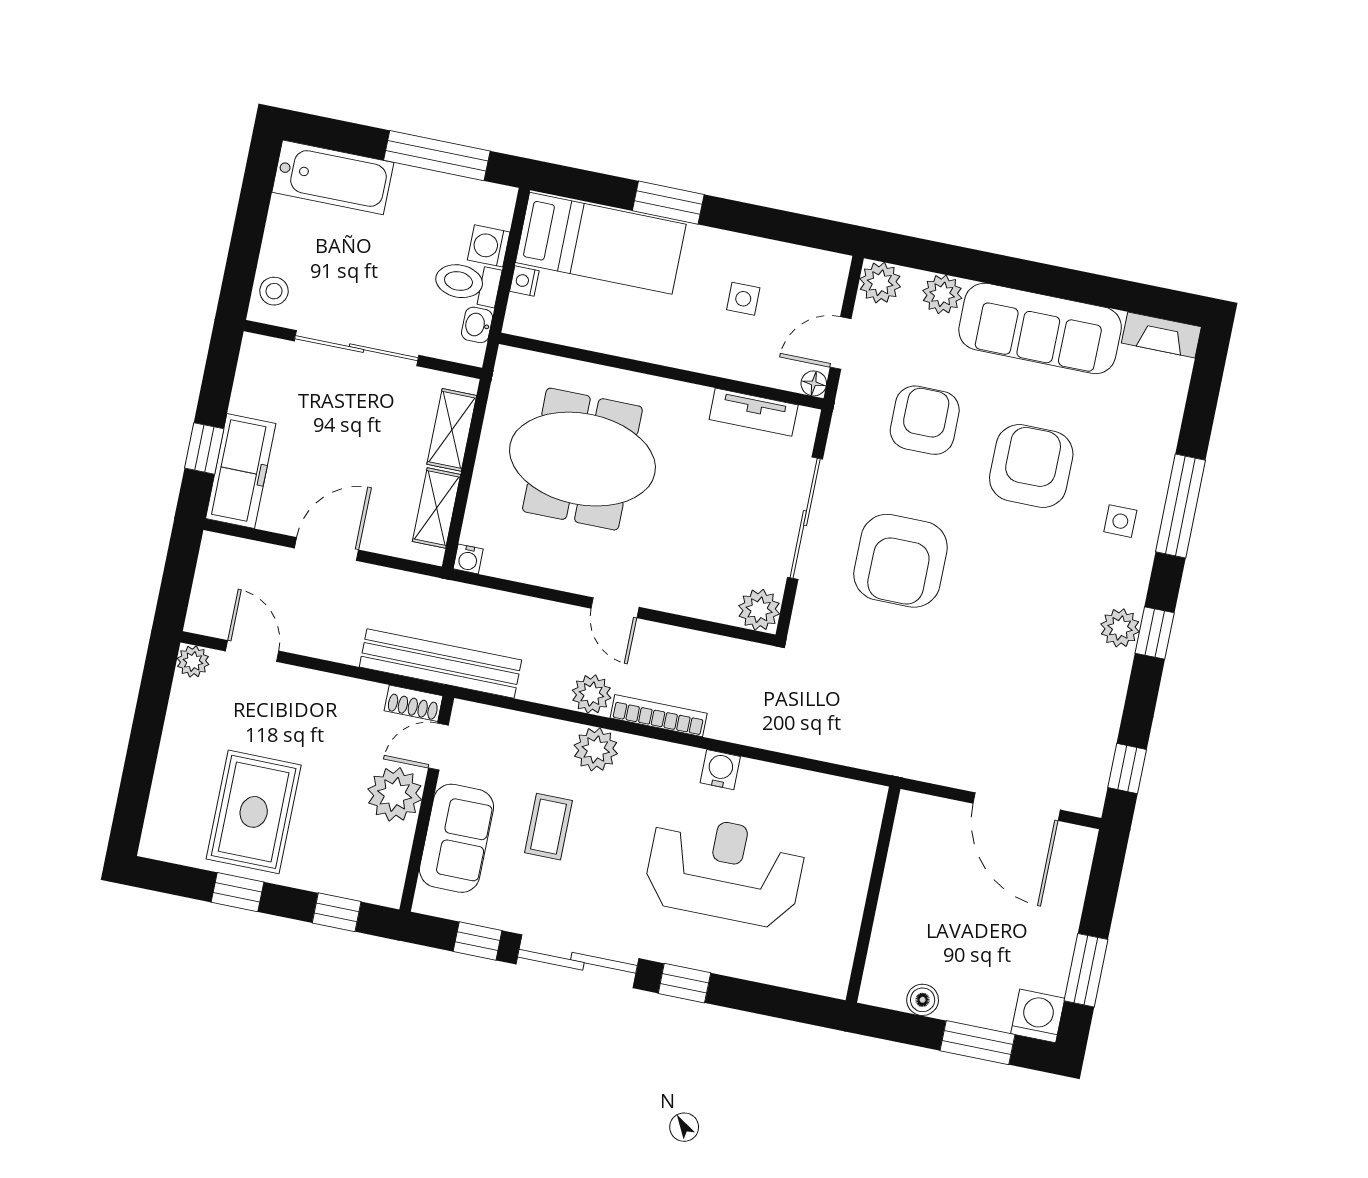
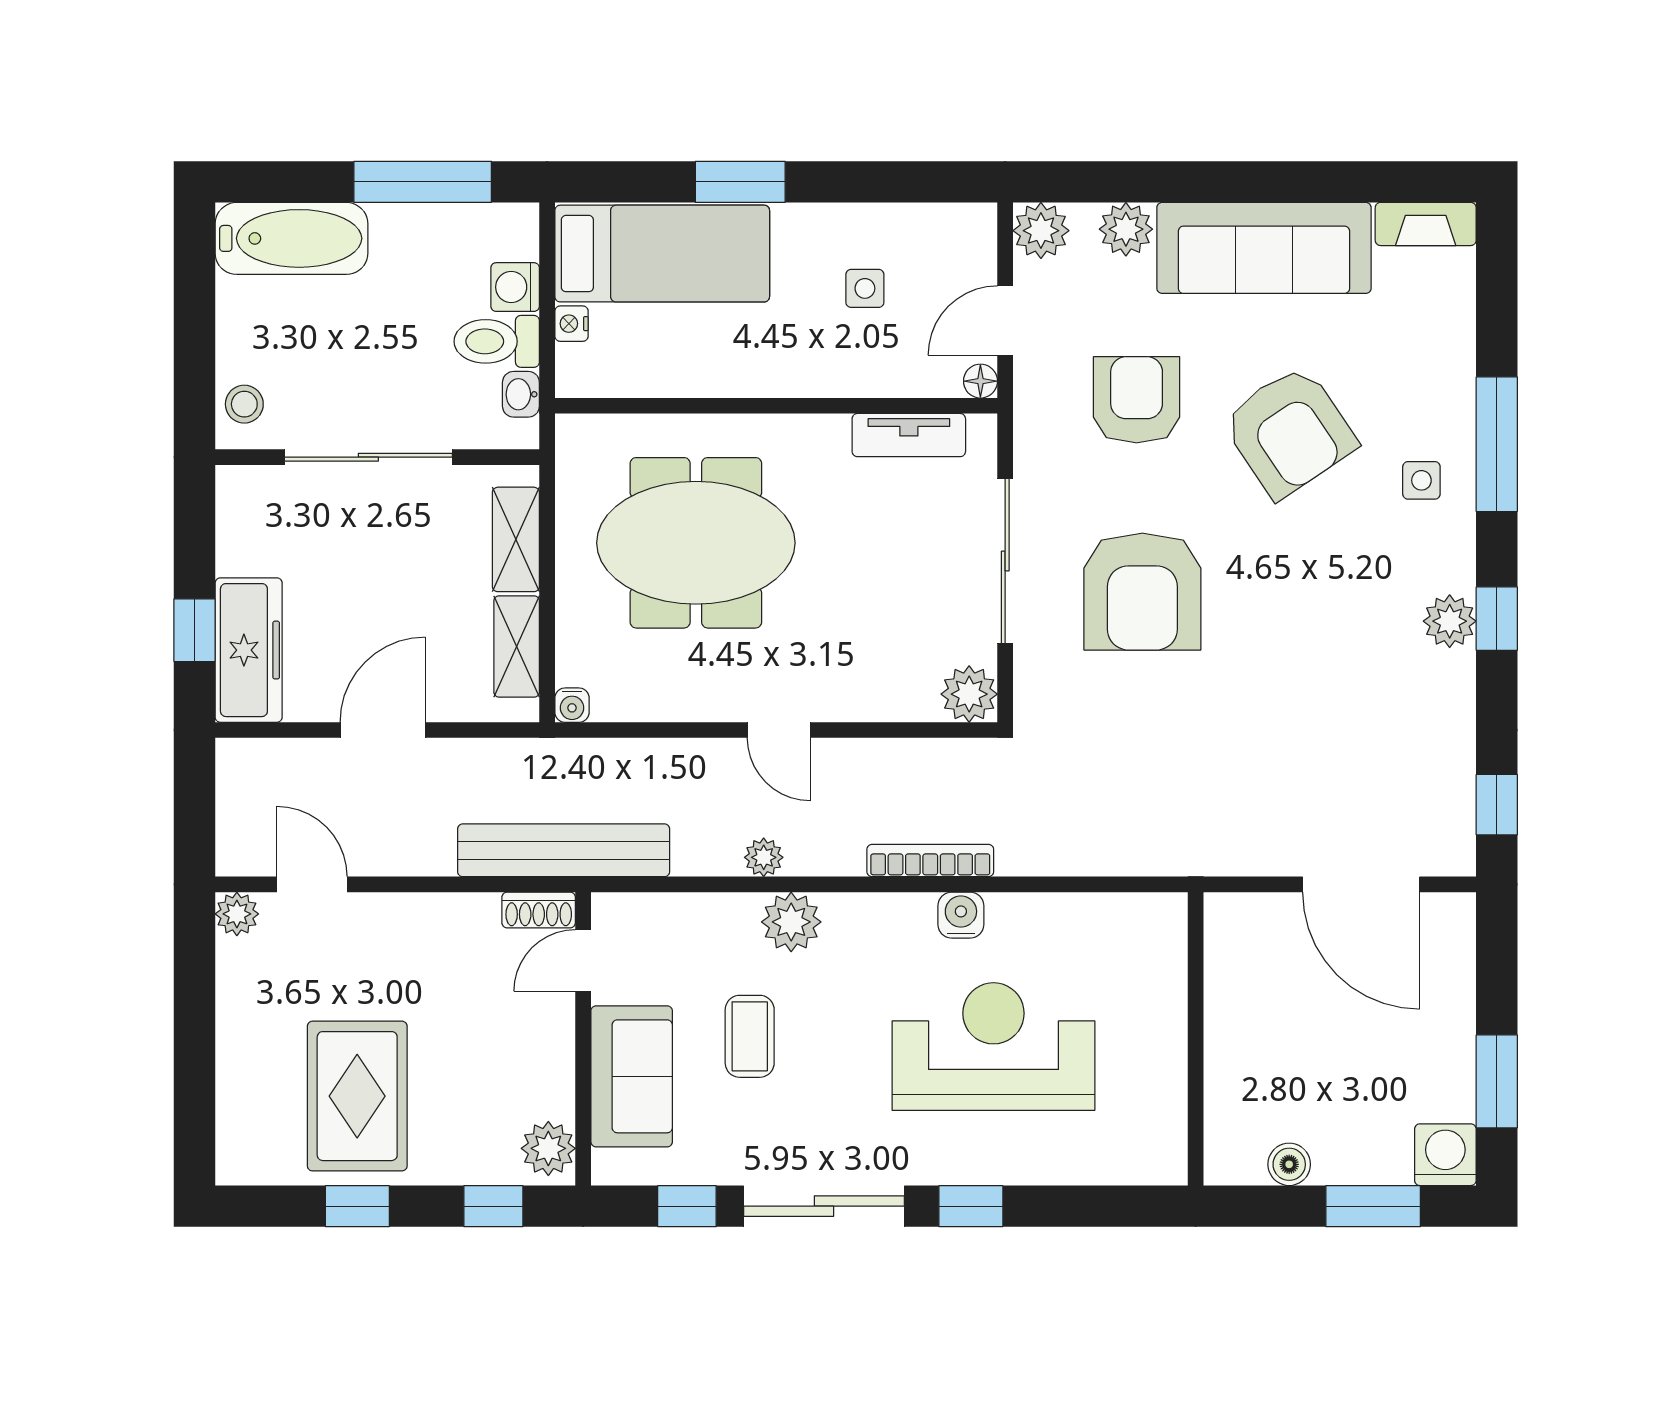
armchair: (1031, 466) -> (1289, 432), turned 146
plant: (592, 694) -> (764, 857), width x0.73, depth x0.73
bookcase: (659, 716) -> (930, 860), moved
plant: (395, 794) -> (548, 1148), moved, width x0.73, depth x0.73

